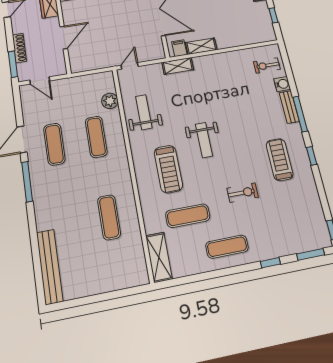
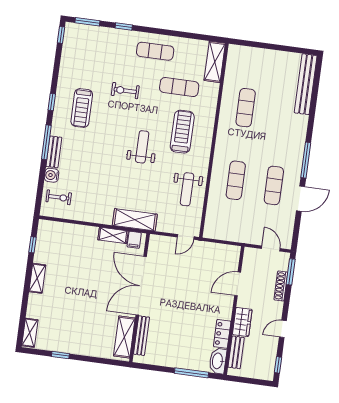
shelving: (178, 66) -> (135, 220), width x1.50, depth x1.33
plant: (110, 101) -> (214, 209), removed

